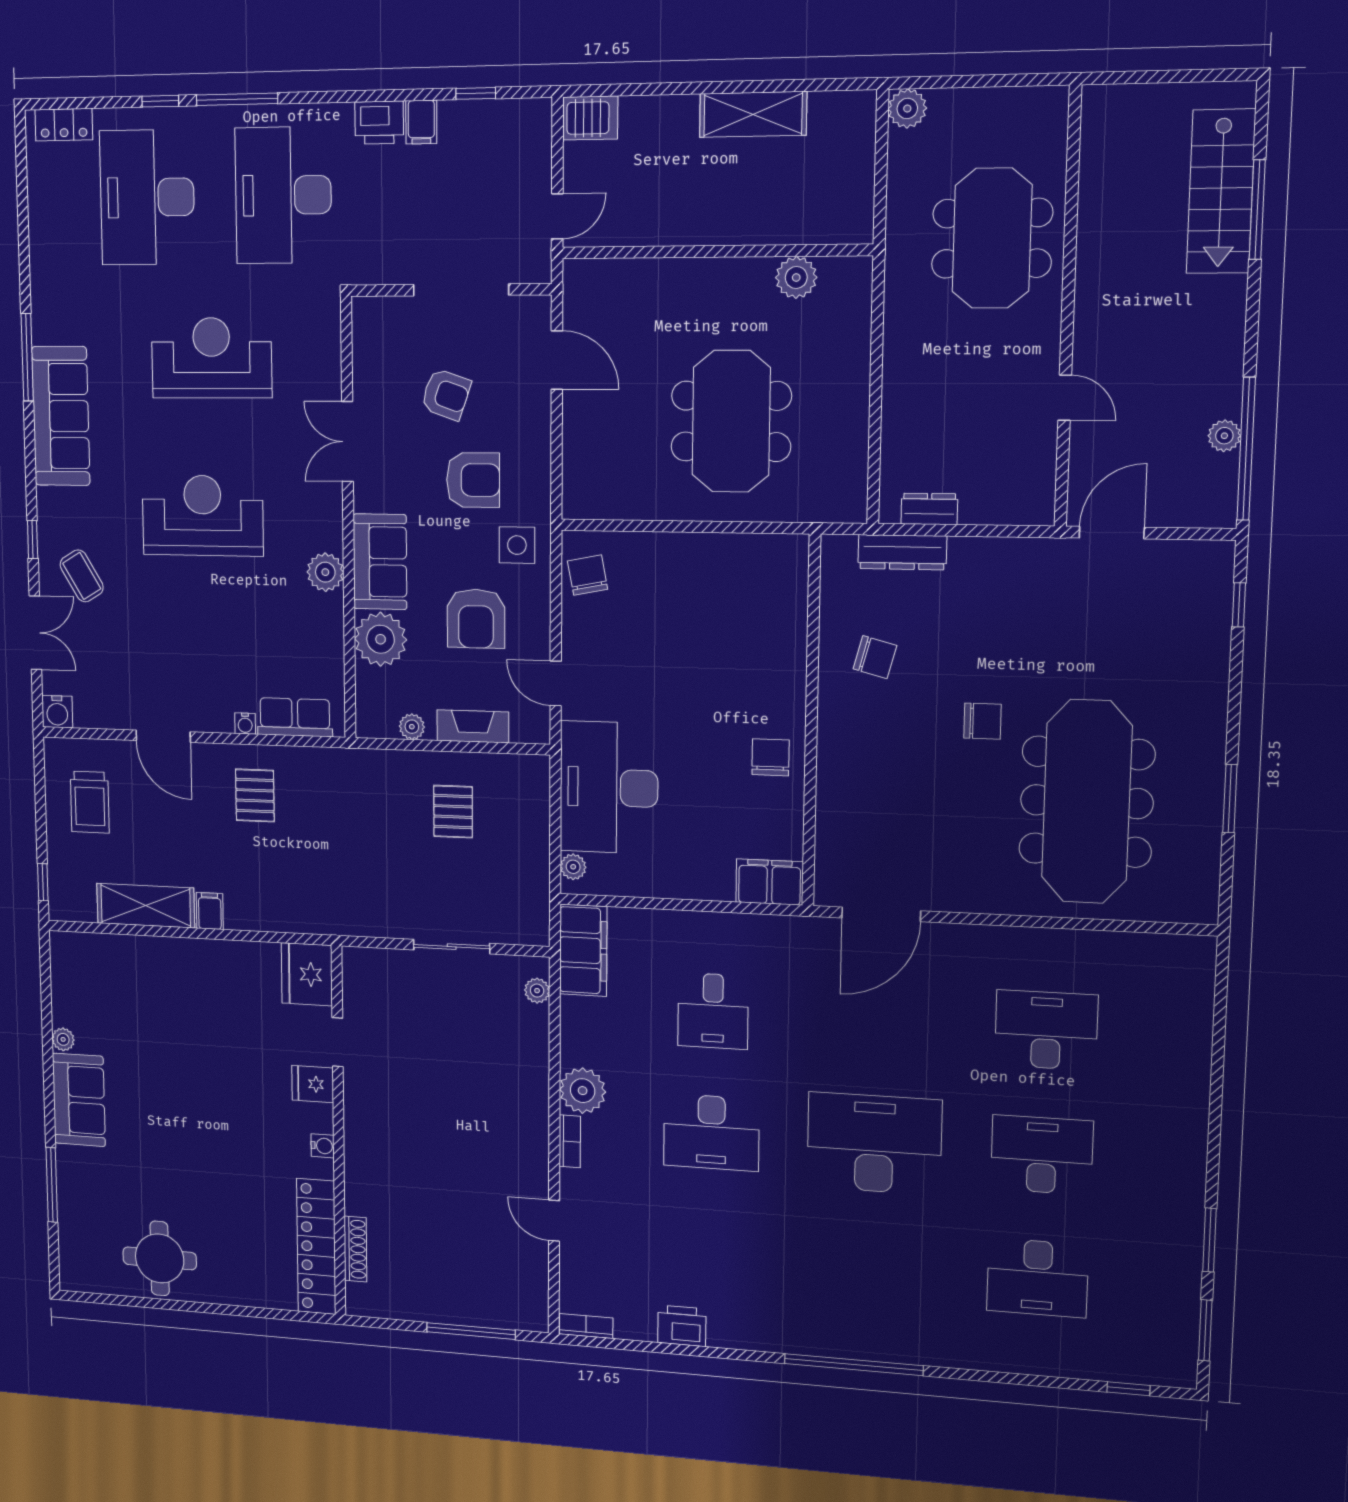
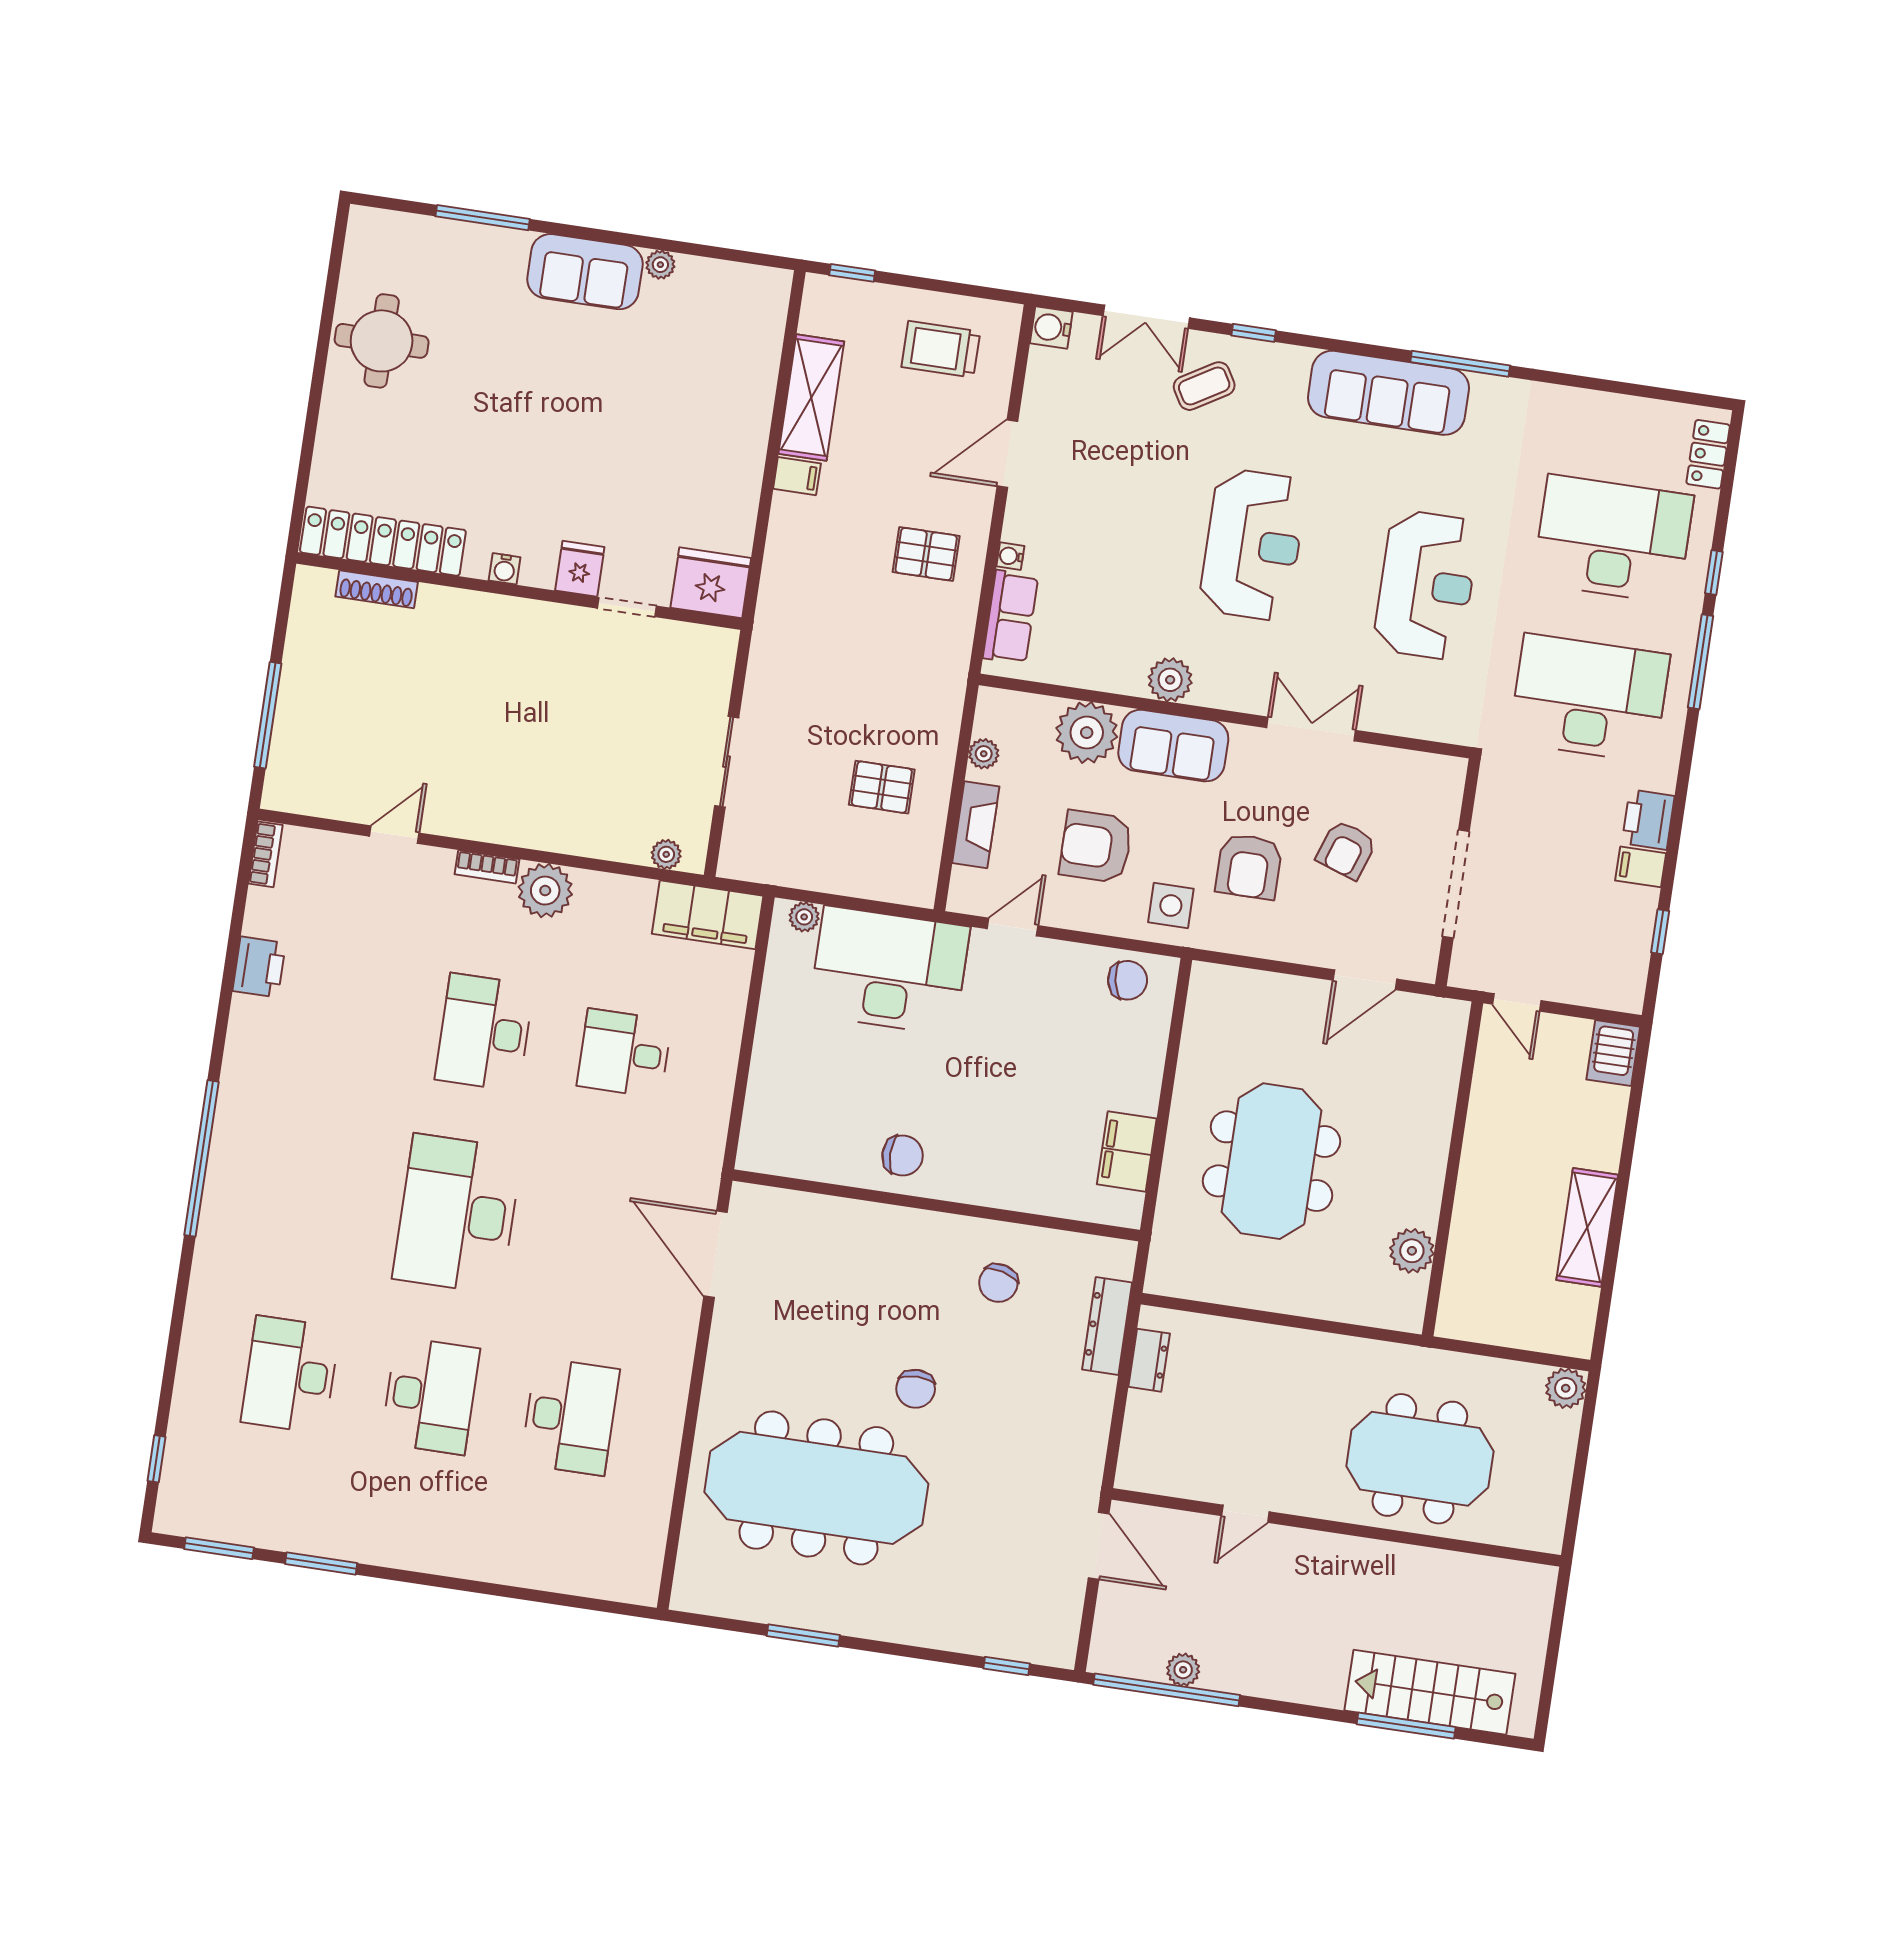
meeting table: (731, 421) -> (1272, 1161), turned 90
filing cabinet: (770, 882) -> (1127, 1151), moved, turned 180
desk: (874, 1143) -> (457, 1214), turned 180

